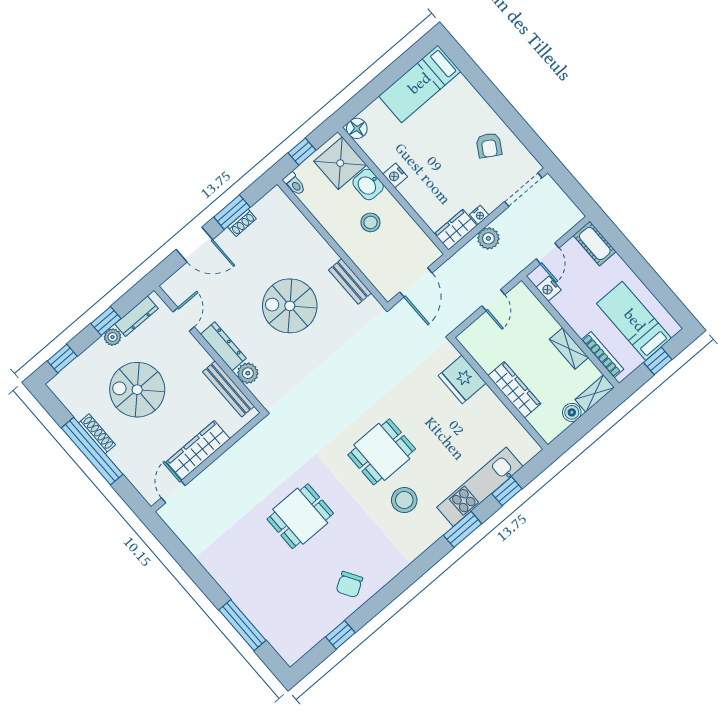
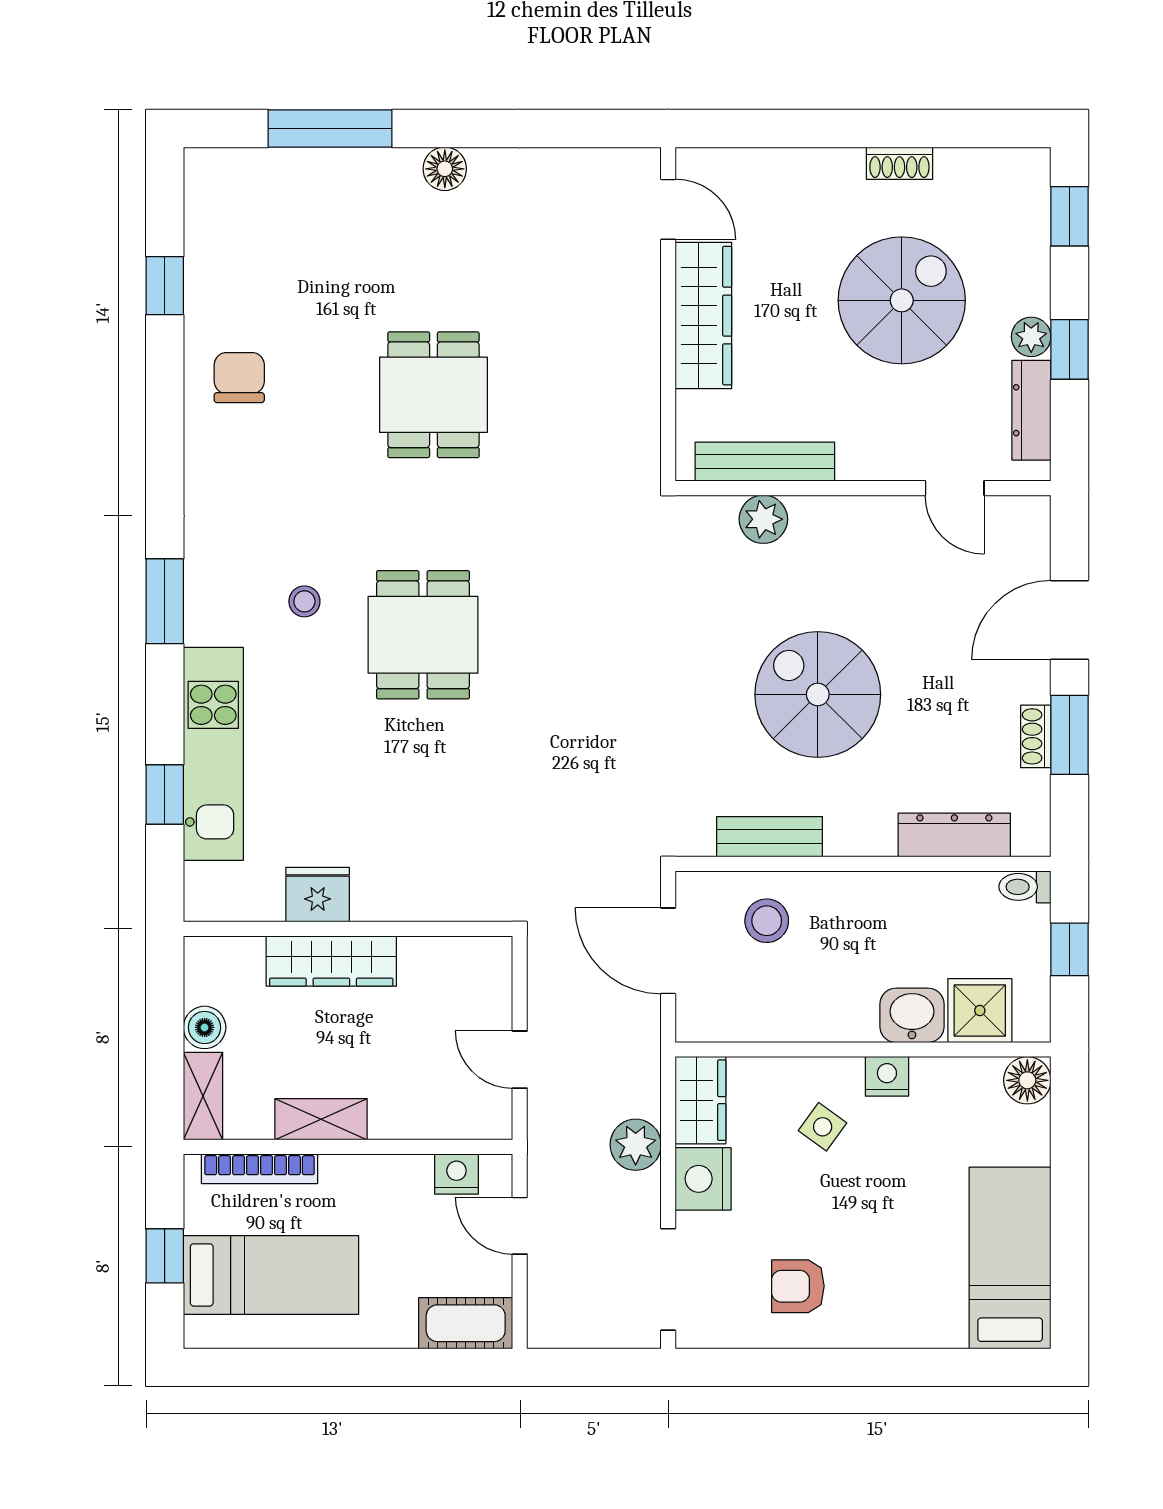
armchair: (489, 145) -> (798, 1286), turned -31
shower: (340, 163) -> (980, 1011), width x0.73, depth x0.73
side table: (430, 182) -> (823, 1127), added
nightstand: (479, 215) -> (703, 1179), width x1.89, depth x1.79
stool: (370, 222) -> (767, 921), moved
spiral stairs: (290, 306) -> (818, 694), turned -90
dresser: (223, 346) -> (954, 835), moved, turned 180
fridge: (462, 379) -> (318, 895), moved, width x0.73, depth x0.75
shoe rack: (97, 434) -> (899, 163), width x0.70
window: (92, 451) -> (862, 129), removed
stool: (404, 500) -> (304, 601), width x0.53, depth x0.53
window: (463, 529) -> (165, 601), moved
floor lamp: (223, 576) -> (445, 169), added
chair: (349, 585) -> (239, 378), turned 31

